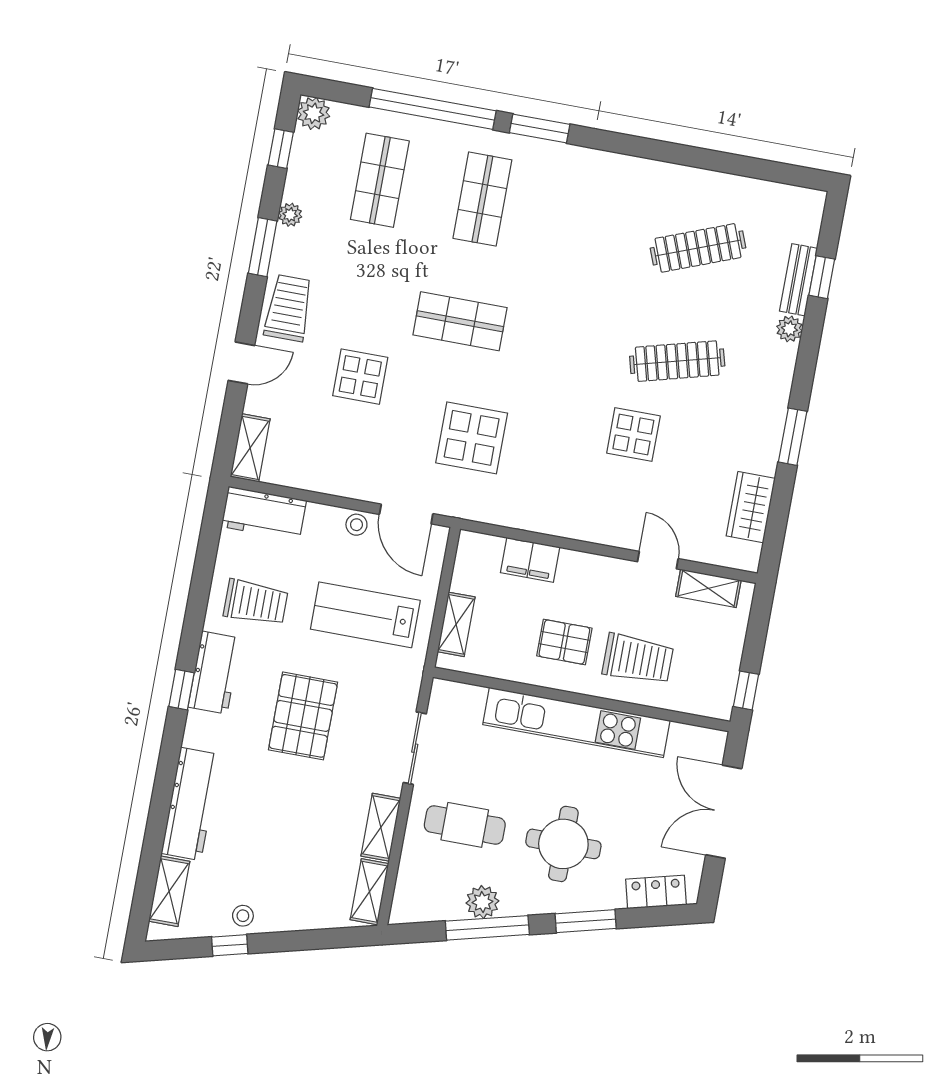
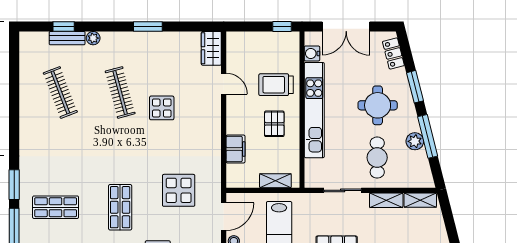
wardrobe: (751, 507) -> (211, 48), moved, turned 90
door: (658, 560) -> (224, 84), swing flipped
shelving: (708, 588) -> (233, 55), removed
trolley: (638, 659) -> (276, 85), turned -90
water cooler: (684, 738) -> (312, 53), added

